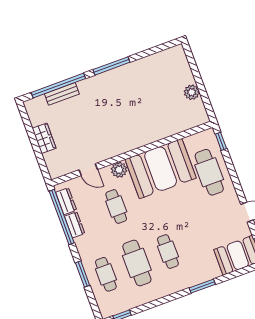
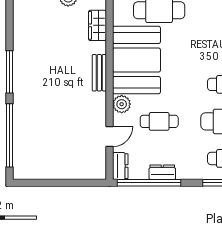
bench: (62, 94) -> (99, 73), moved
wardrobe: (44, 138) -> (97, 25), moved, turned -90
dresser: (66, 201) -> (120, 166), moved, turned 90

